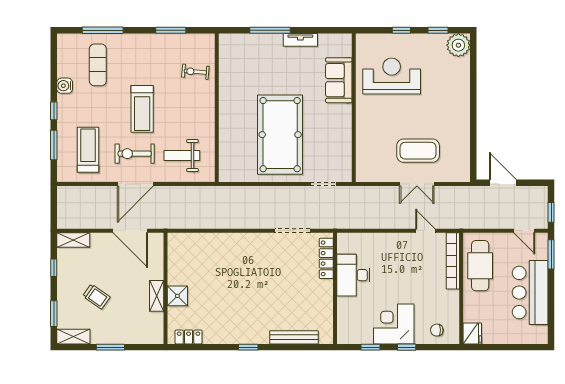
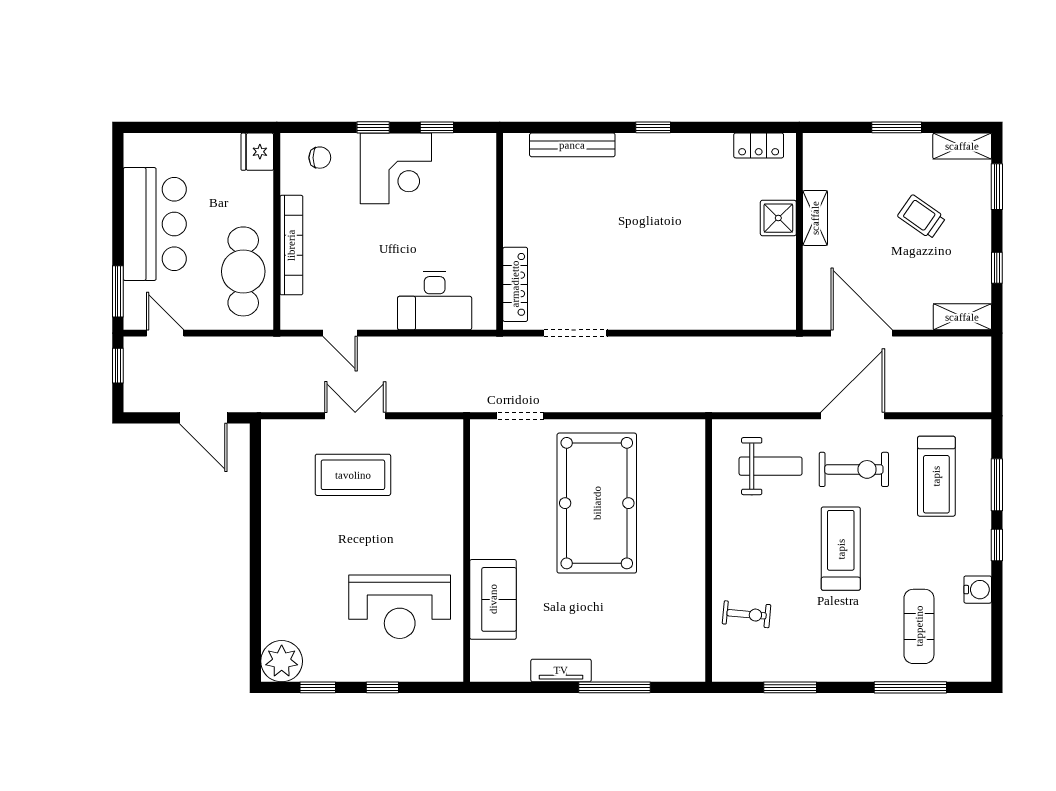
bookcase: (453, 261) -> (291, 245), moved
desk: (353, 275) -> (435, 301), moved, turned 90

